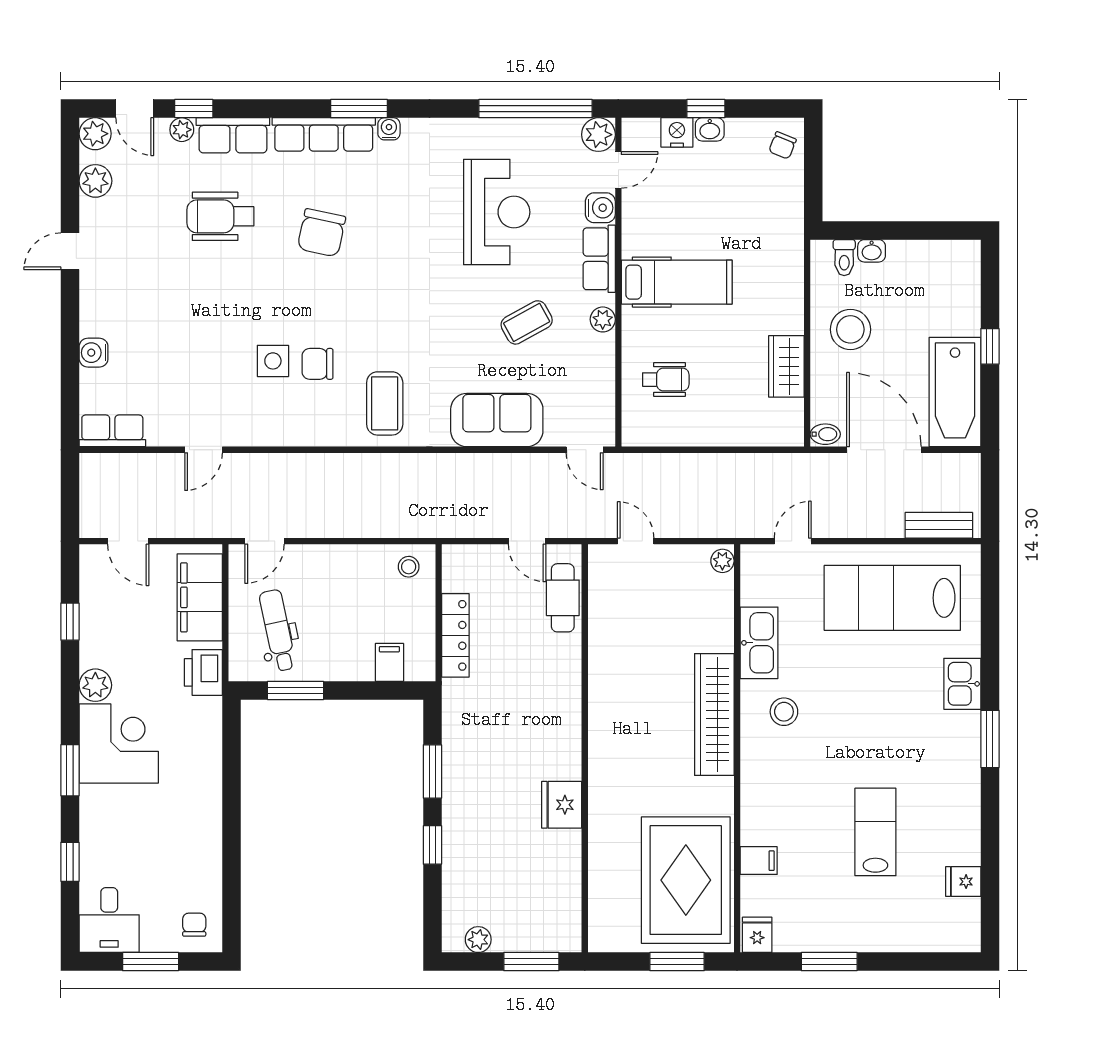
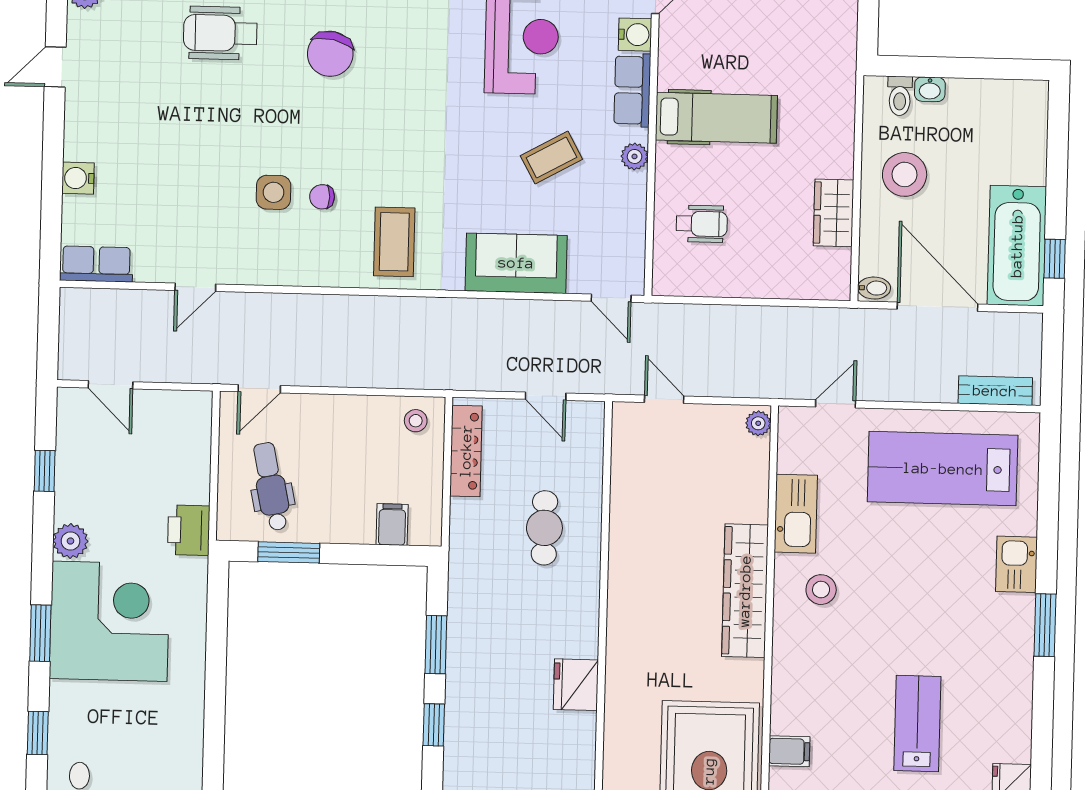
window: (990, 346) -> (1055, 259), moved
chair: (317, 364) -> (322, 197), width x0.73, depth x0.73
filing cabinet: (200, 597) -> (187, 448), removed
cafe table: (563, 598) -> (544, 528), moved
locker: (455, 635) -> (466, 451), moved
corner desk: (119, 743) -> (110, 621), width x1.36, depth x1.36

